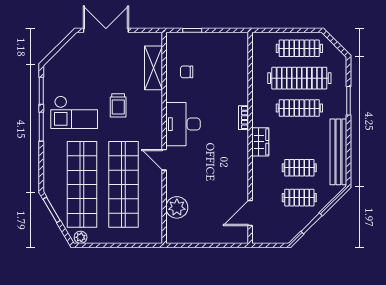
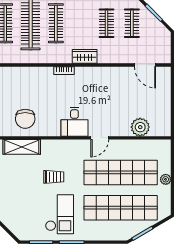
chair: (187, 72) -> (25, 119), width x1.87, depth x1.87
desk: (183, 124) -> (74, 122), width x0.73
plant: (81, 237) -> (166, 179), moved

